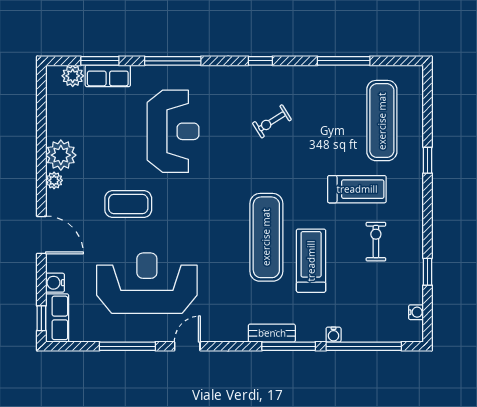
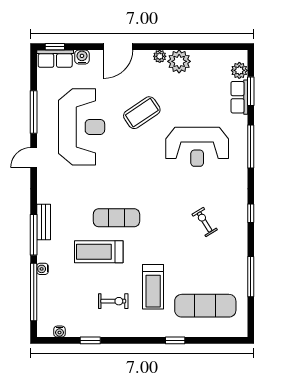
coffee table: (128, 204) -> (142, 113), turned 56
exercise mat: (266, 237) -> (116, 218), width x0.73, depth x0.69
treadmill: (311, 261) -> (99, 252), turned 180
door: (187, 346) -> (34, 158), swing flipped

